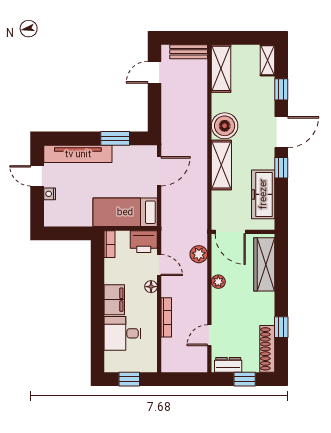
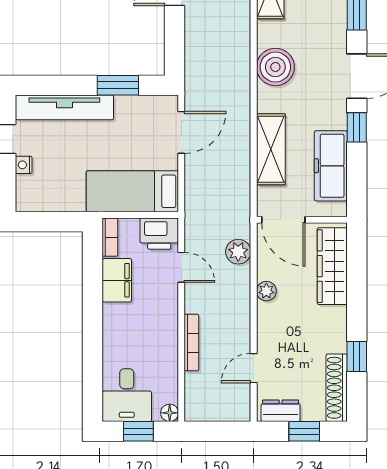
shelving: (221, 165) -> (271, 149), moved
floor lamp: (151, 287) -> (170, 413), moved
filing cabinet: (114, 300) -> (117, 280), moved
desk: (123, 333) -> (127, 395), moved, turned -90

